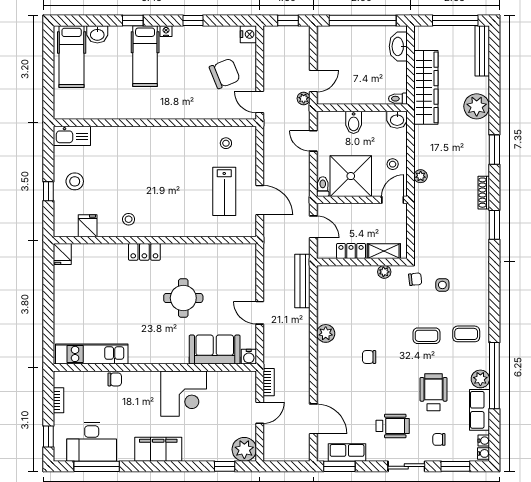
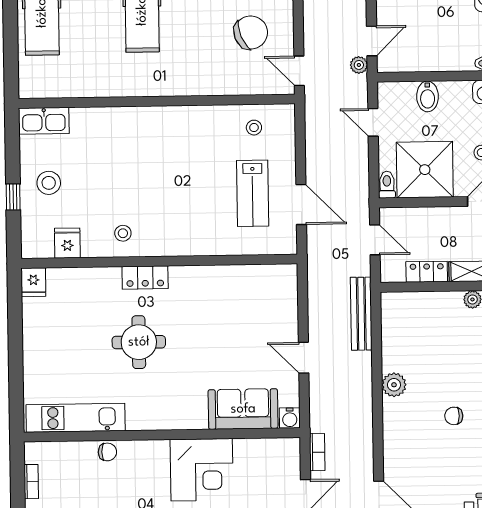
round table: (183, 298) -> (139, 342), moved

